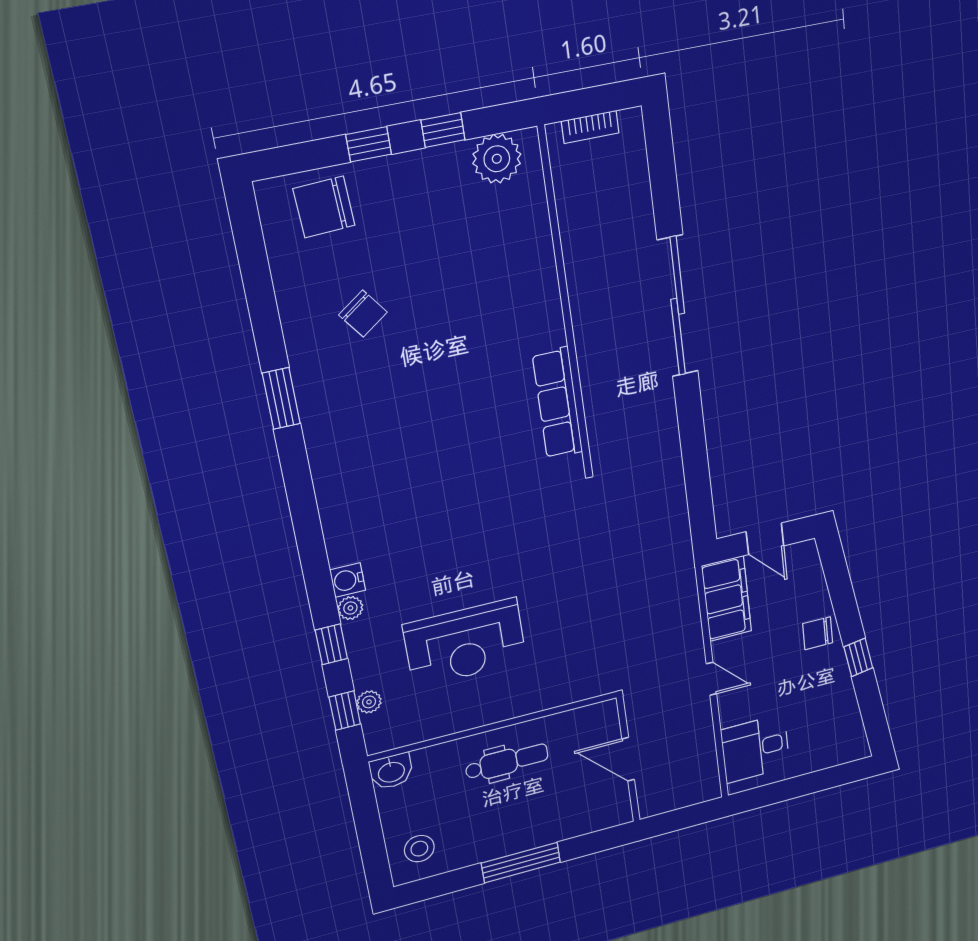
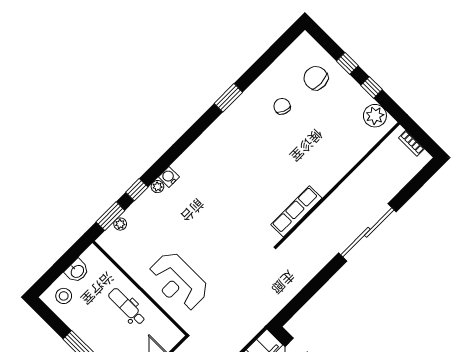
chair: (324, 207) -> (316, 78), moved
chair: (363, 314) -> (282, 106), turned 149
reception desk: (465, 643) -> (178, 282), moved
window: (345, 710) -> (110, 216), width x1.50
dental chair: (507, 762) -> (127, 307), turned 180
washbasin: (391, 771) -> (77, 271), moved, turned -90

